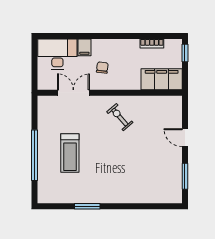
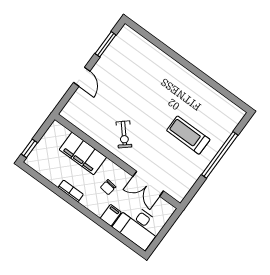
bookcase: (152, 43) -> (71, 191), moved
filing cabinet: (162, 79) -> (83, 153), moved
treadmill: (70, 153) -> (188, 135), turned -90
window: (87, 206) -> (207, 79), removed

